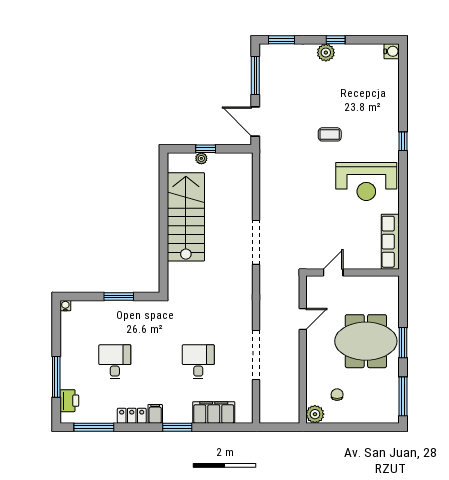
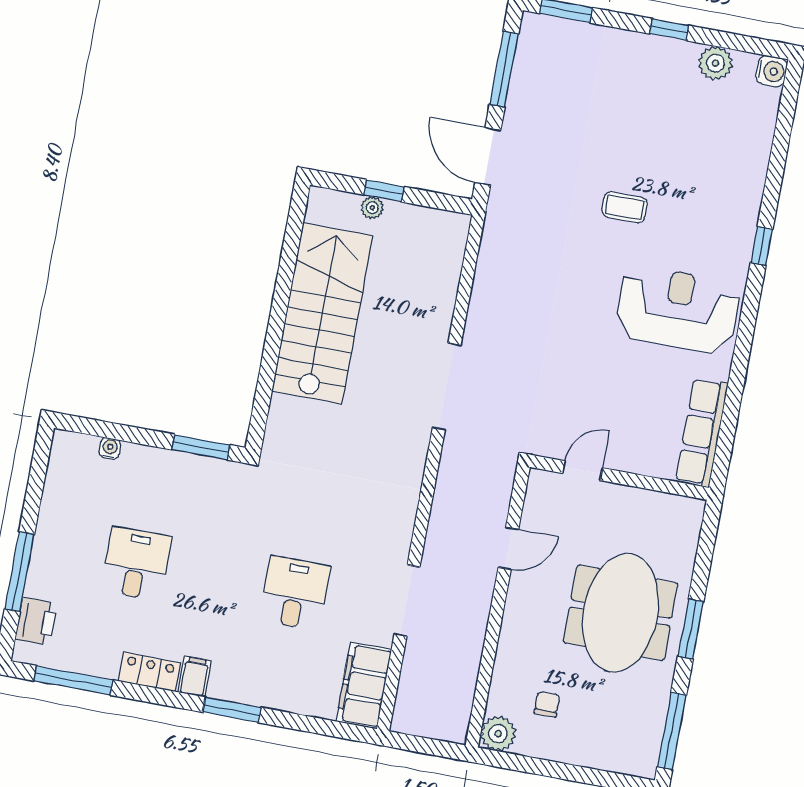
plant: (326, 53) -> (715, 63), moved
reception desk: (366, 181) -> (677, 310), turned 180
window: (119, 297) -> (201, 447), moved
water cooler: (65, 306) -> (110, 448), moved
meeting table: (366, 341) -> (621, 613), turned 90
doorway: (256, 355) -> (407, 601), width x0.73
filing cabinet: (214, 412) -> (364, 685), moved, turned -90

